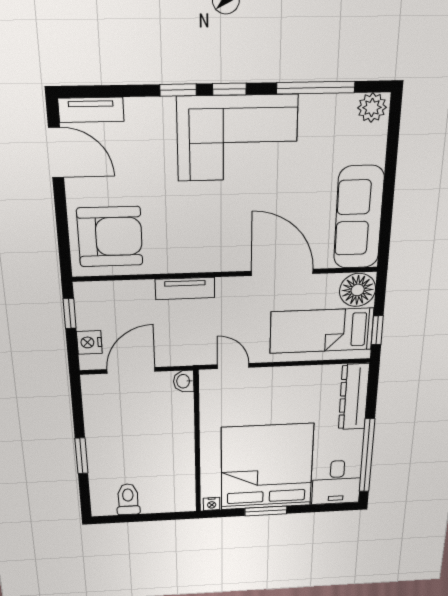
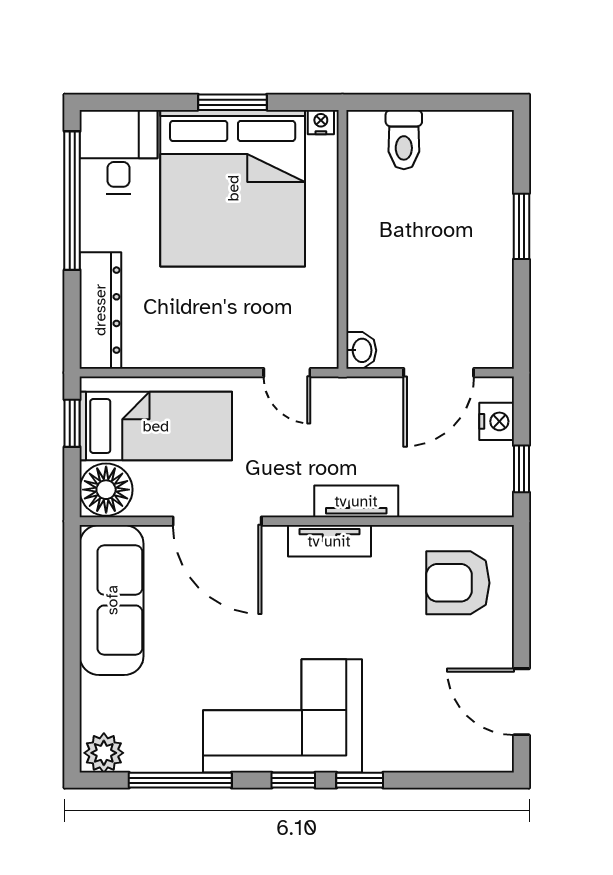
tv unit: (91, 110) -> (329, 541), moved, turned 180
armchair: (110, 237) -> (458, 583), width x0.73, depth x0.73
toilet: (128, 499) -> (404, 140), moved

